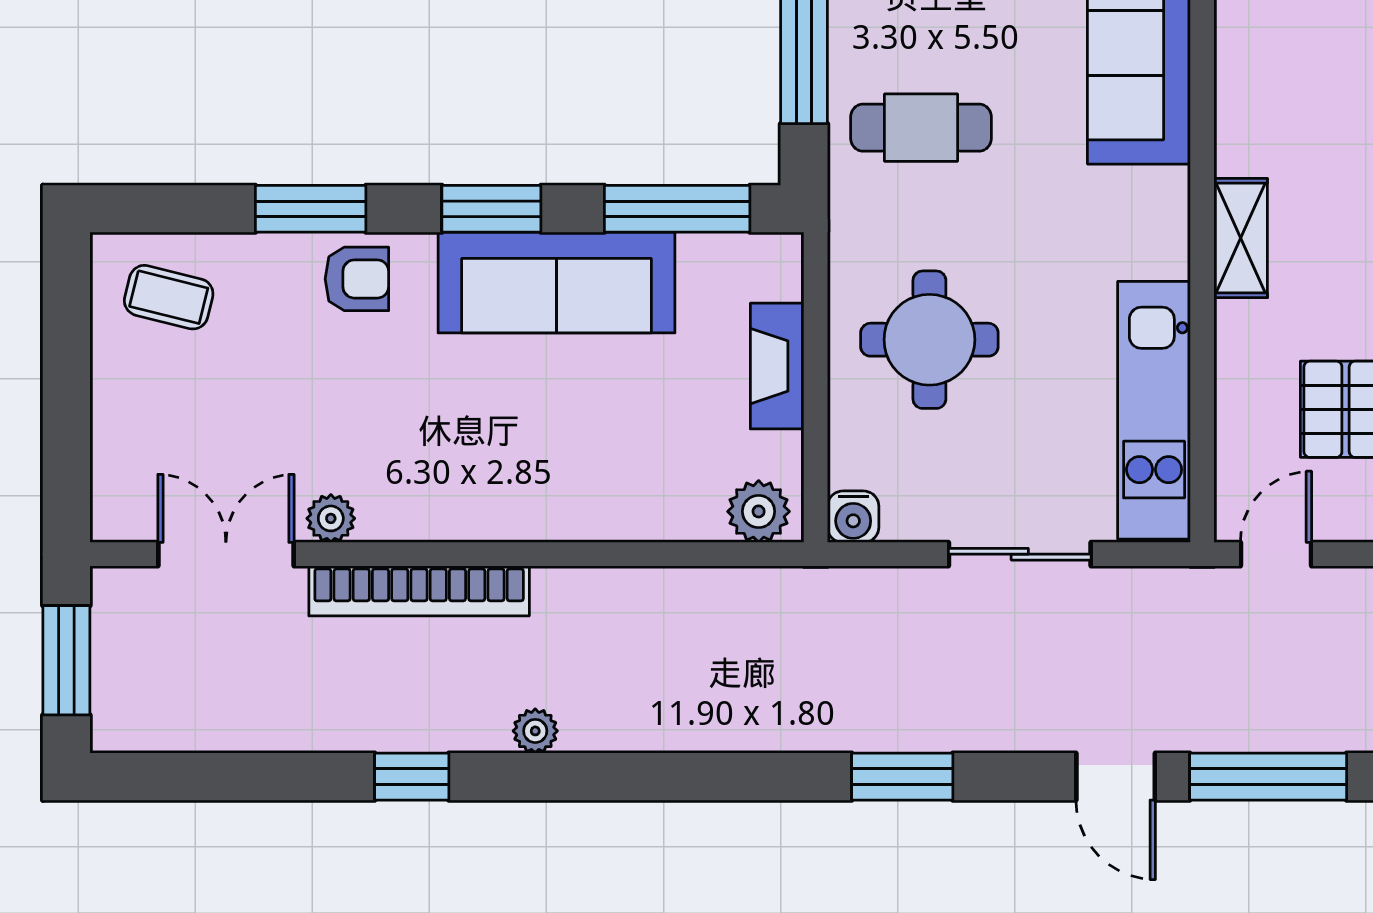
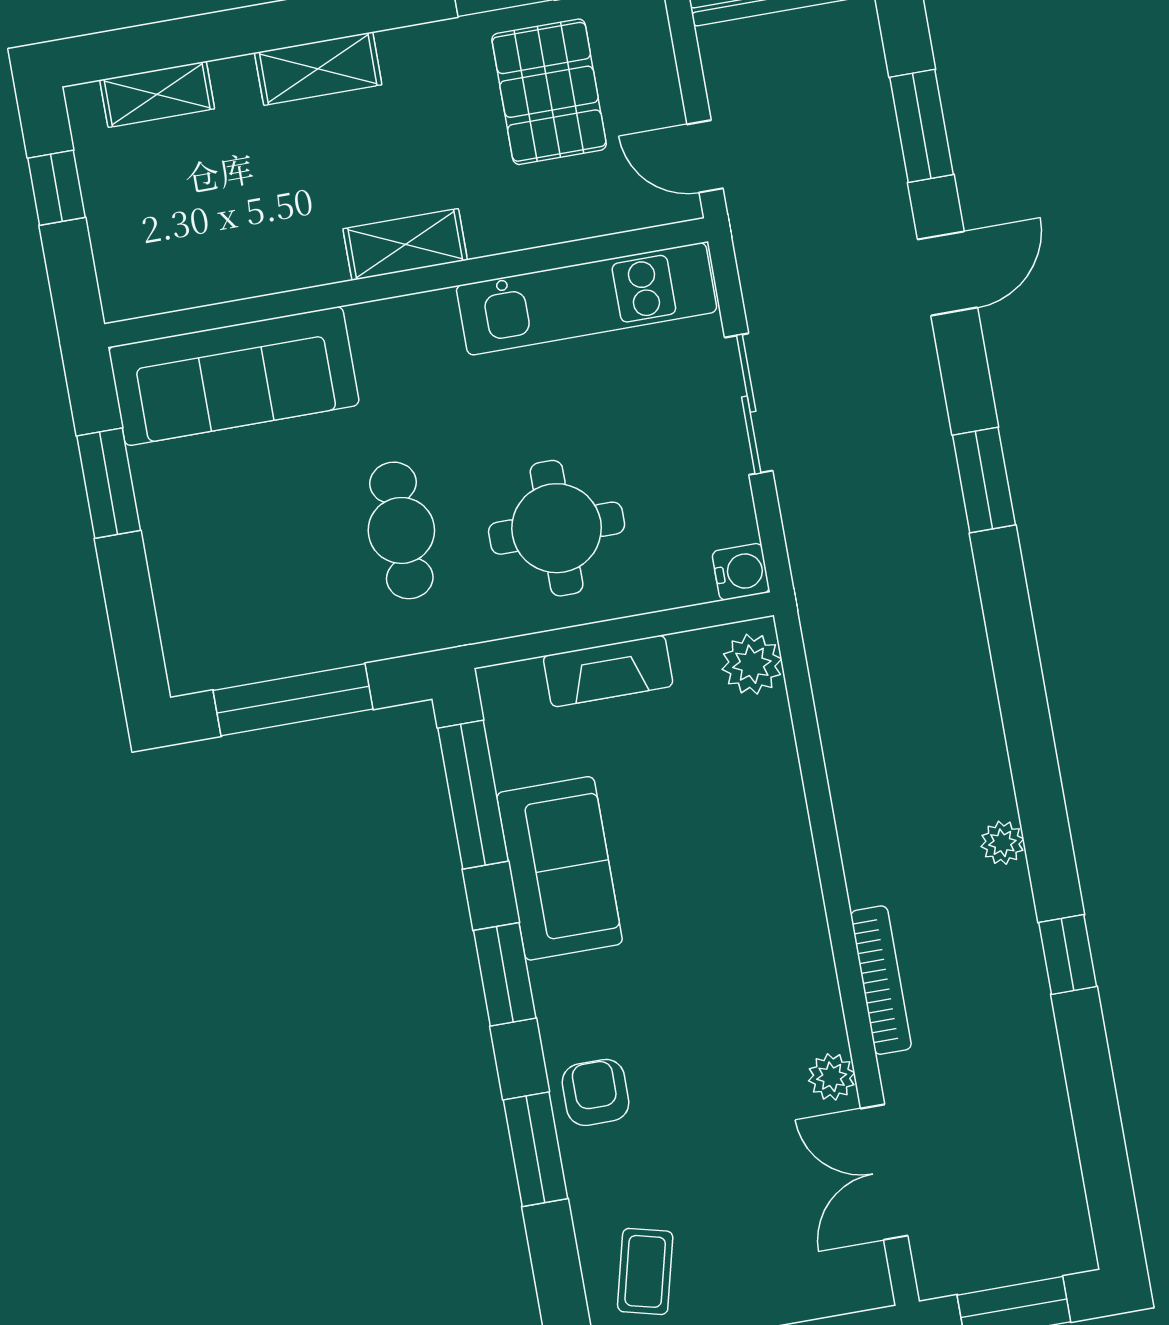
cafe table: (921, 128) -> (401, 530), moved
sofa: (557, 283) -> (560, 868), width x0.73
bookcase: (419, 591) -> (881, 980), width x0.68, depth x0.76
window: (1268, 777) -> (922, 126), width x0.69

